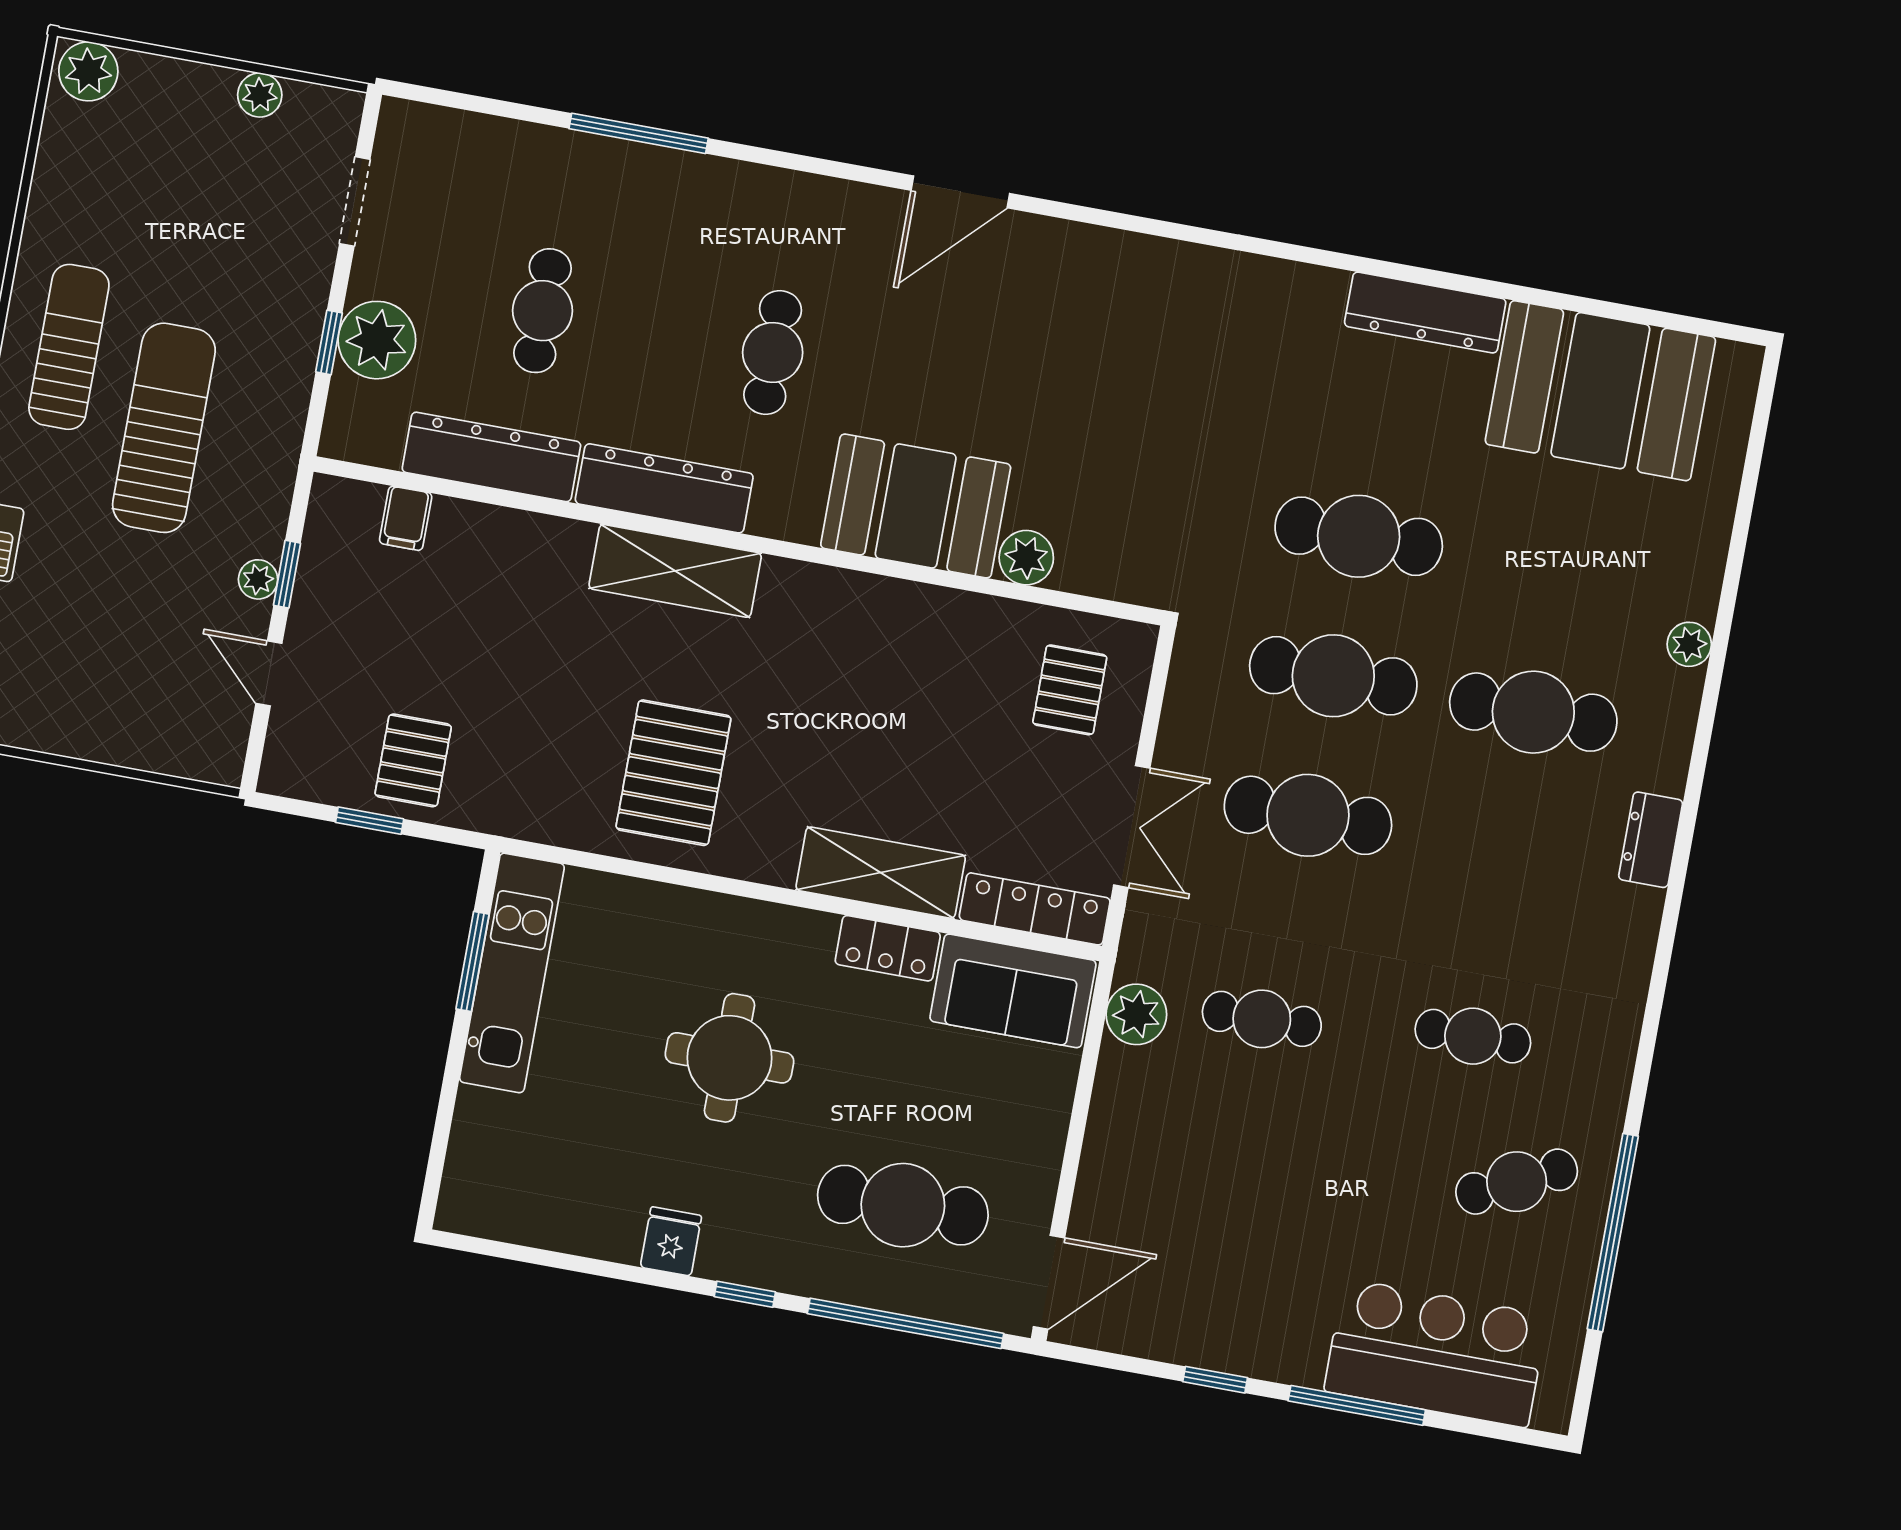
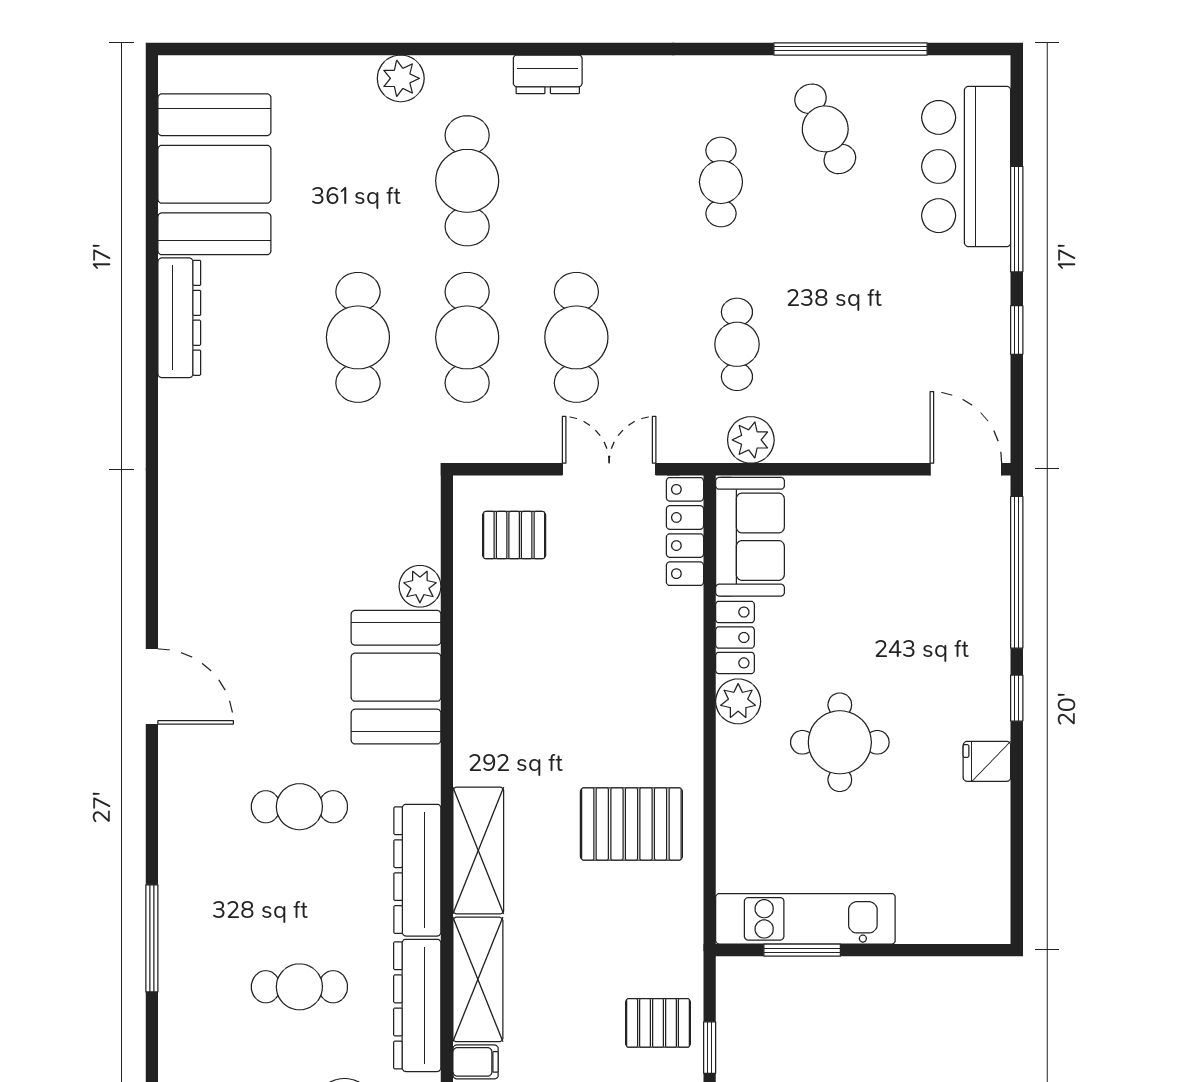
plant: (1689, 644) -> (401, 78), width x1.38, depth x1.38
shelving: (881, 873) -> (478, 979), moved
plant: (805, 937) -> (738, 701), added
cafe table: (903, 1205) -> (928, 591), removed

